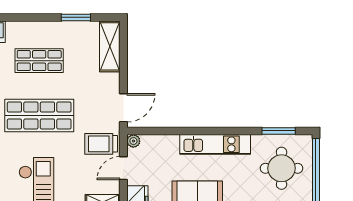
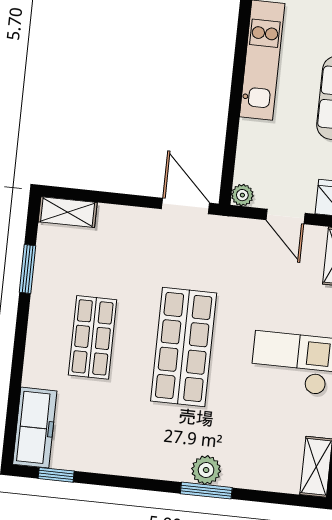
shelving: (110, 46) -> (68, 212), width x0.67, depth x0.75
trolley: (101, 144) -> (241, 249), removed

